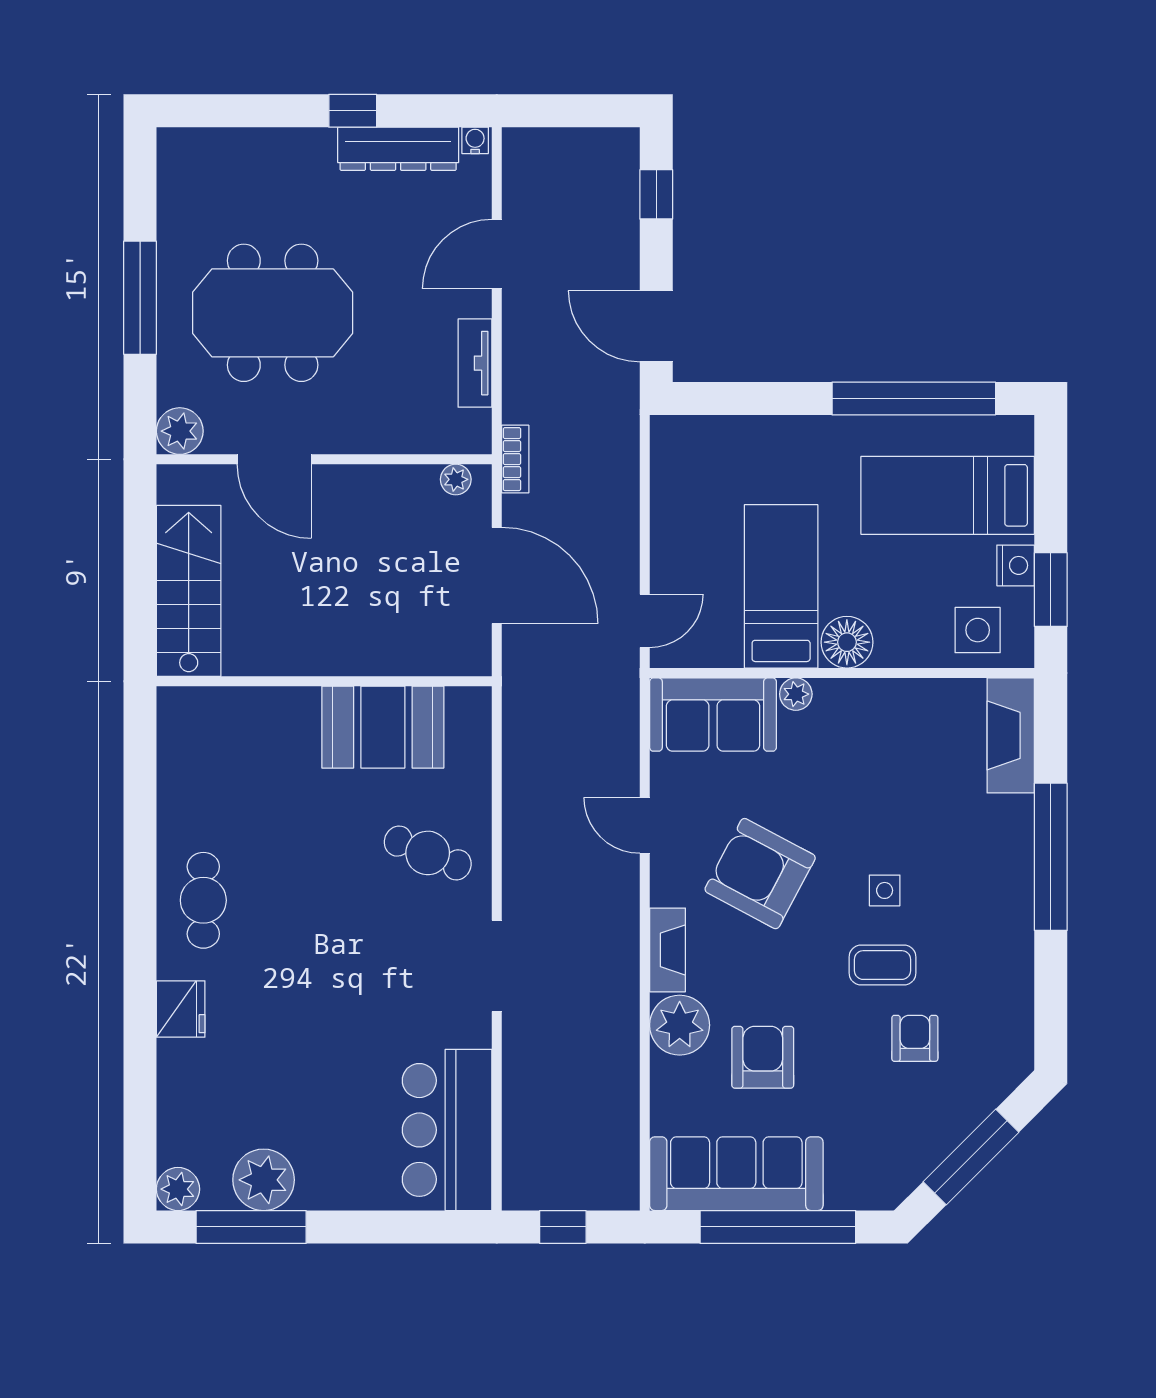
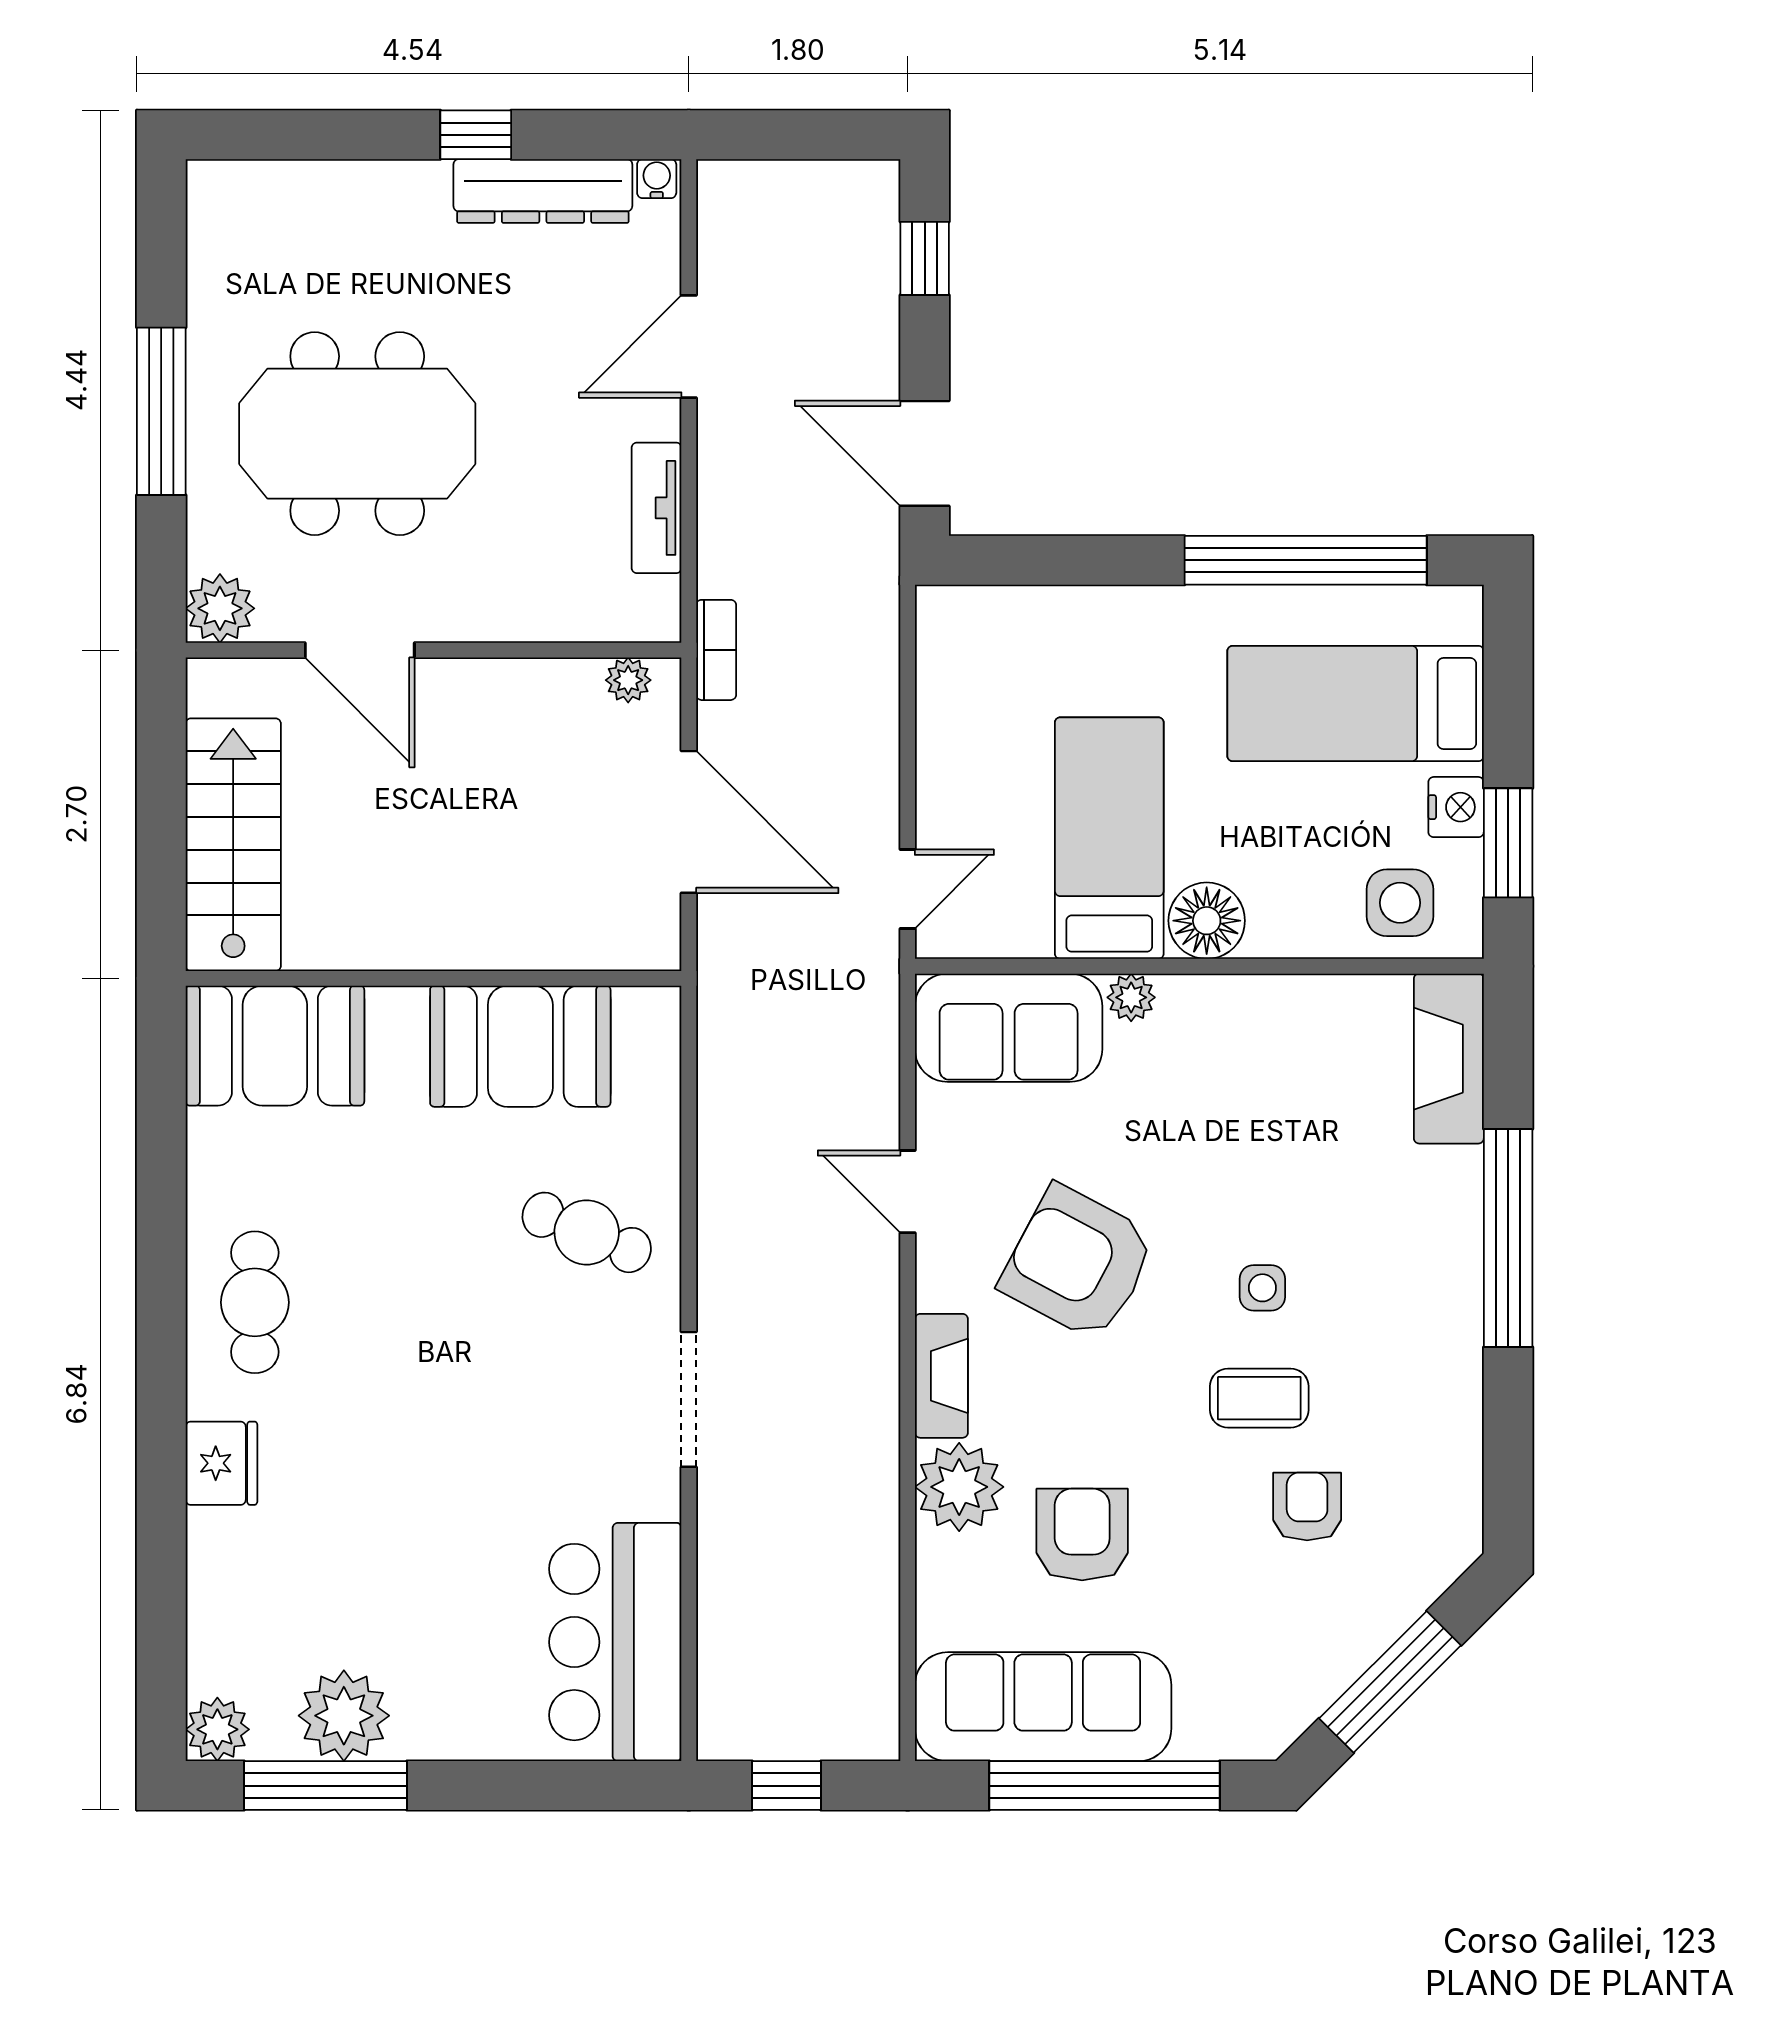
booth: (217, 727) -> (275, 1046), added

